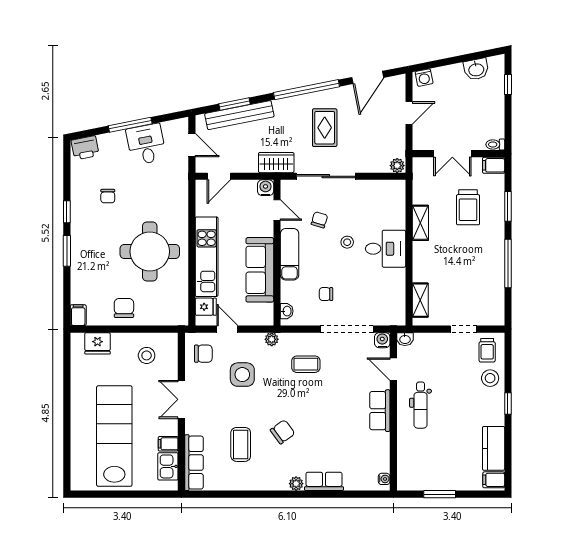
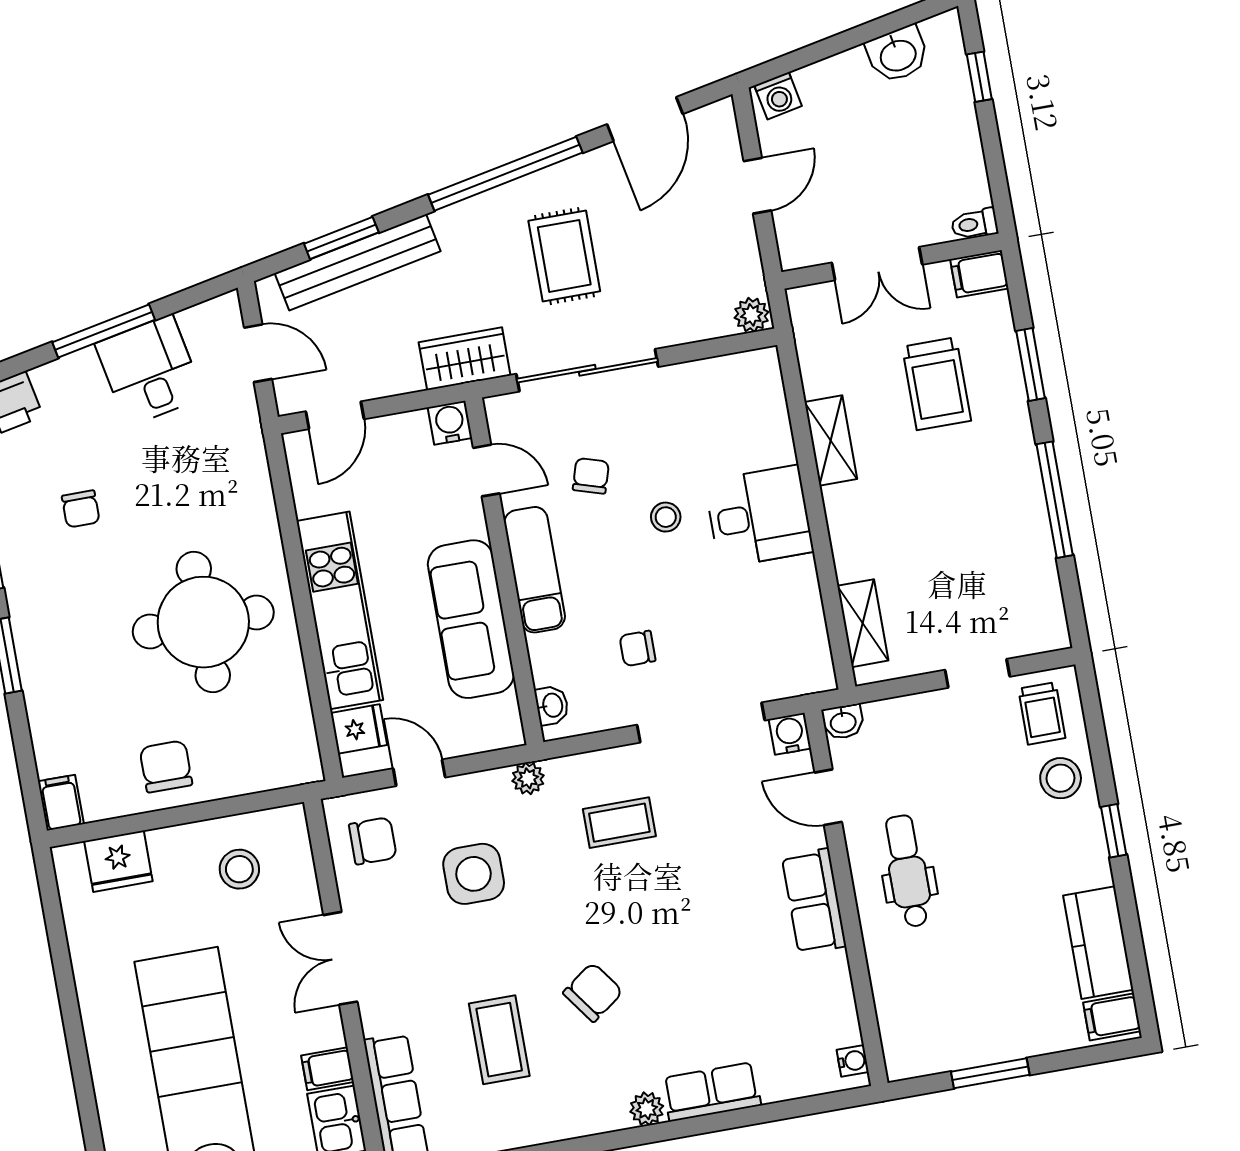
dental chair: (421, 405) -> (908, 871), turned 180

